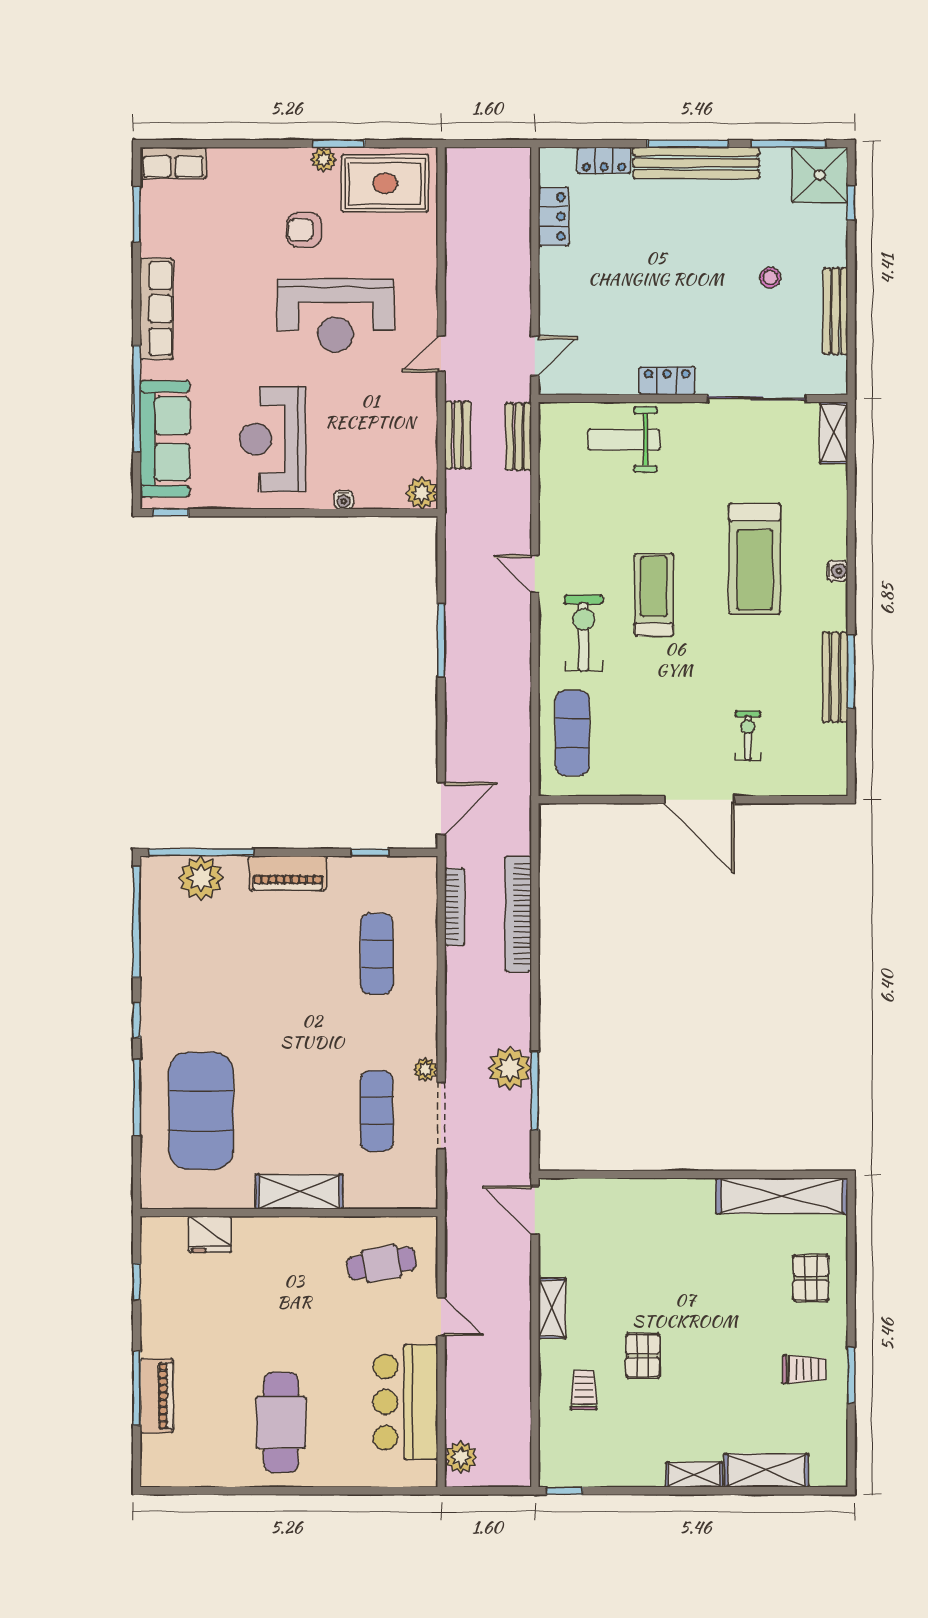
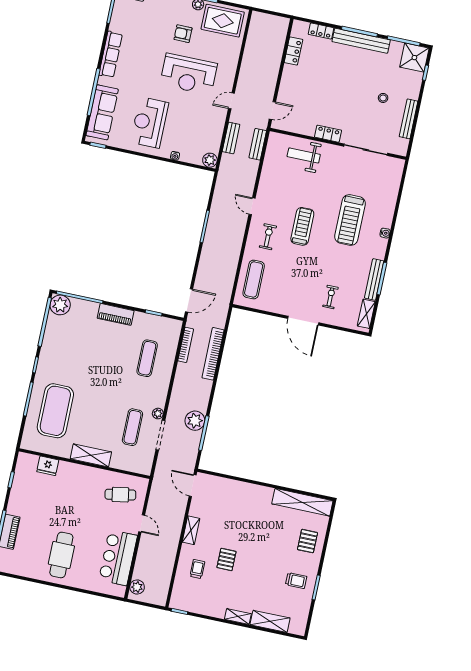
shelving: (834, 433) -> (366, 314), moved
exercise bike: (584, 633) -> (268, 237), width x0.73, depth x0.72
plant: (201, 878) -> (60, 305), moved

